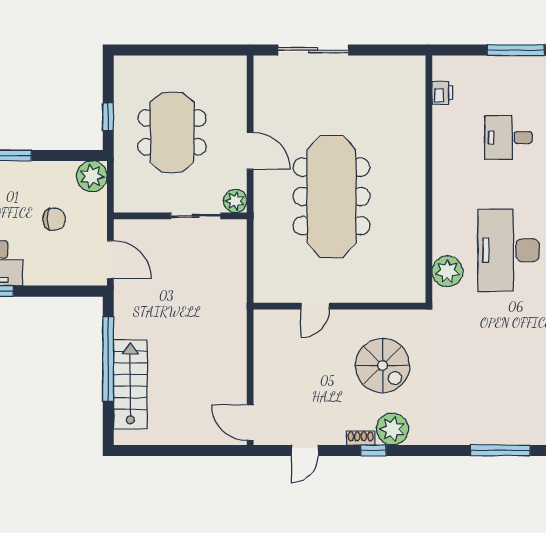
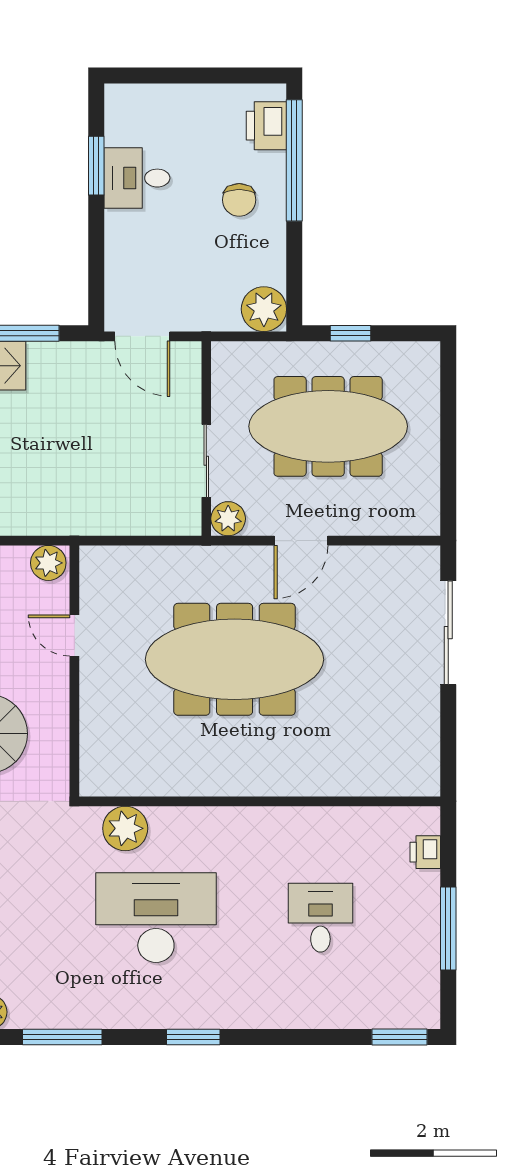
printer: (442, 93) -> (425, 852), moved, turned 90
meeting table: (172, 132) -> (328, 426), width x1.36
chair: (54, 219) -> (239, 200), moved
door: (110, 260) -> (142, 336), hinge flipped
plant: (266, 324) -> (48, 563), added

